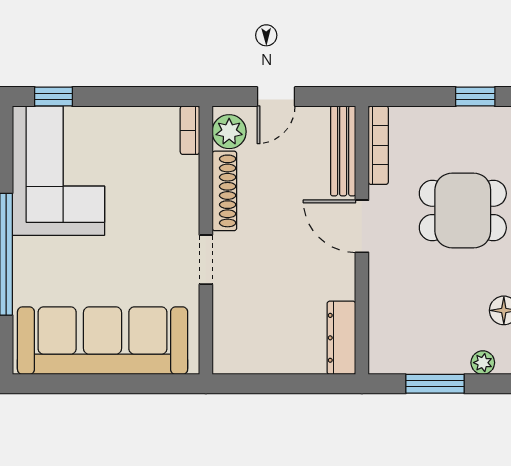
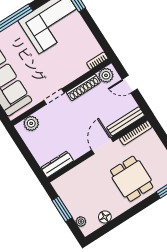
plant: (230, 337) -> (31, 123), added

